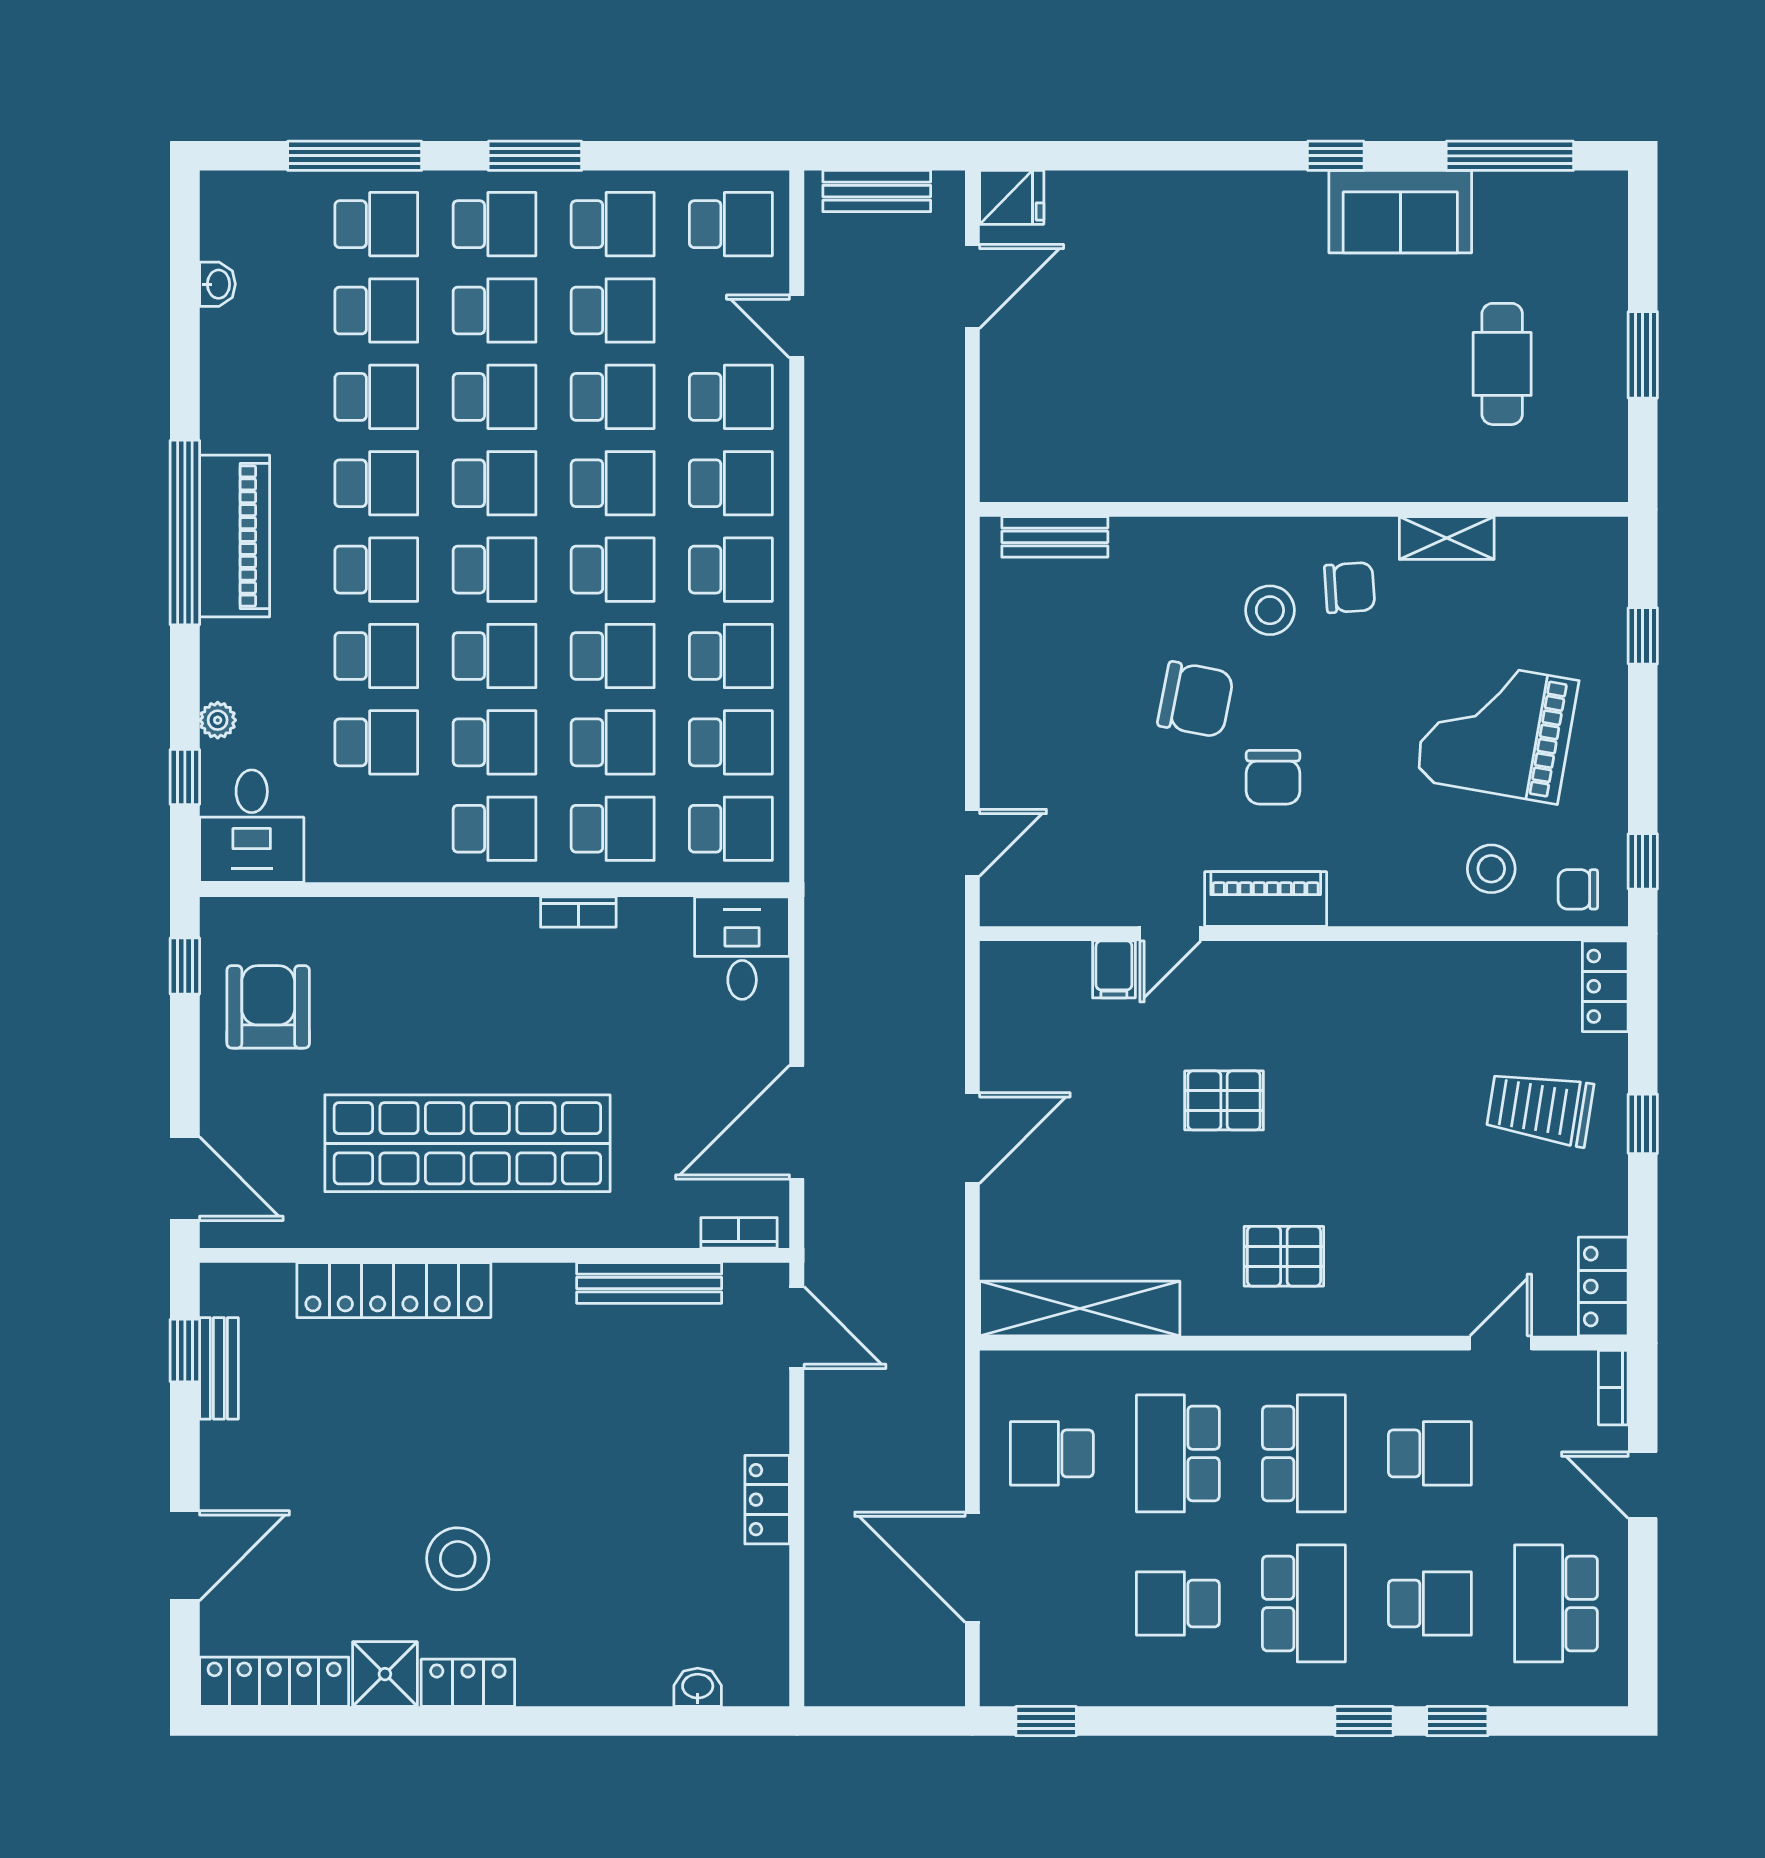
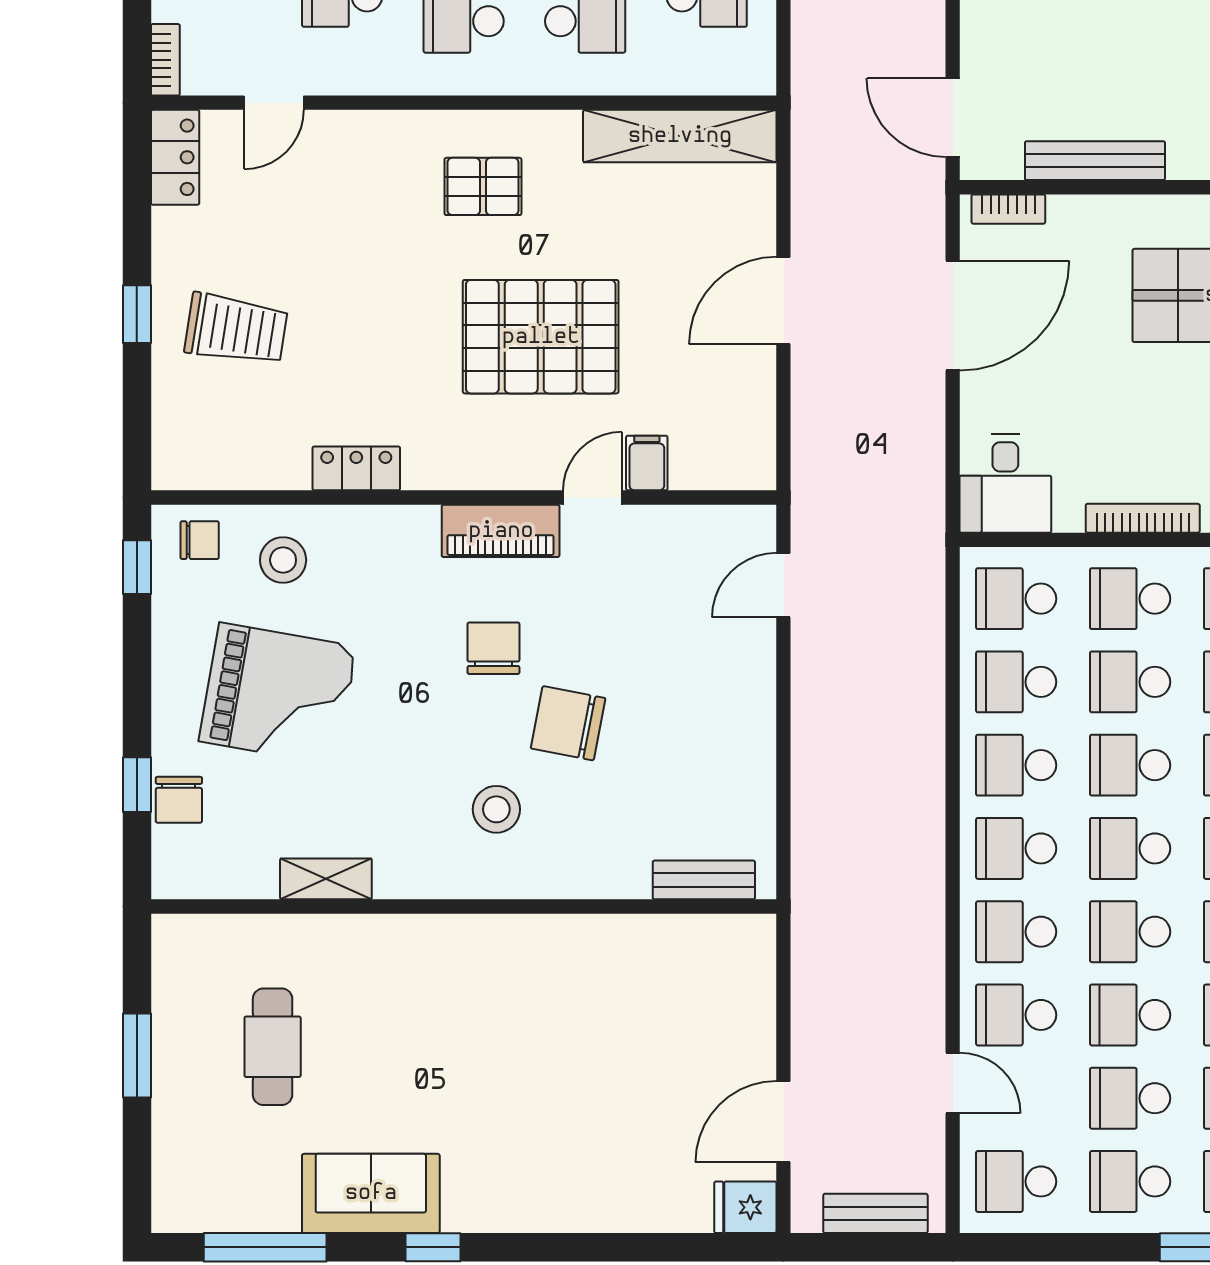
chair: (1350, 588) -> (179, 800), moved, turned -86
bookcase: (578, 912) -> (1143, 518), width x1.56
locker: (1605, 986) -> (356, 468), moved, turned -90
pallet: (1224, 1100) -> (541, 337), width x2.05, depth x2.00

